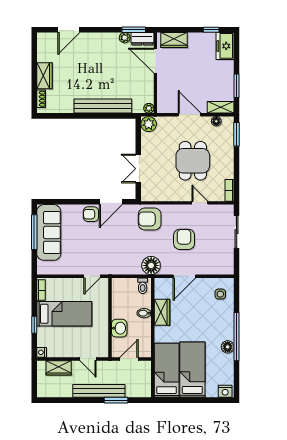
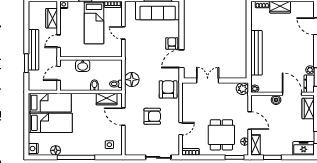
door: (155, 61) -> (292, 94), hinge flipped
boiler: (163, 81) -> (276, 100), added
door: (189, 115) -> (250, 121), hinge flipped
dining table: (193, 161) -> (221, 135), moved, turned 90
door: (111, 202) -> (182, 59), hinge flipped
floor lamp: (151, 265) -> (132, 80), moved
door: (92, 276) -> (123, 33), moved
wardrobe: (162, 312) -> (107, 99), moved
floor lamp: (228, 347) -> (56, 150), moved
door: (129, 359) -> (59, 73), swing flipped

